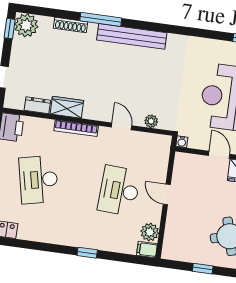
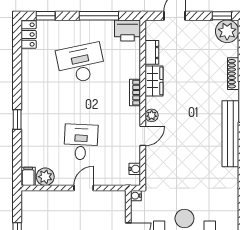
plant: (151, 121) -> (152, 115), moved
bookcase: (76, 128) -> (135, 93), width x0.64
water cooler: (154, 139) -> (135, 169), added
desk: (119, 191) -> (81, 142), width x0.73

